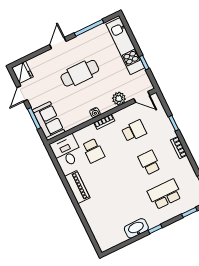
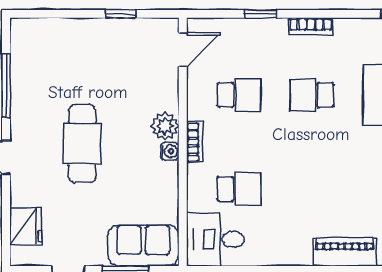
kitchen unit: (125, 46) -> (73, 34), removed
fridge: (22, 72) -> (26, 226), moved, turned 90
plant: (119, 99) -> (165, 126), moved
school desk: (134, 131) -> (239, 95), turned 90
piano: (77, 187) -> (345, 252), moved

